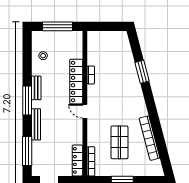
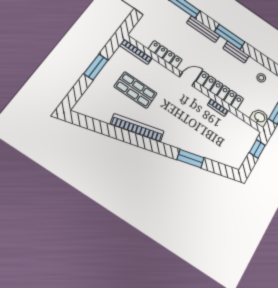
window: (102, 26) -> (257, 149), added
washbasin: (76, 39) -> (260, 117), added
bookcase: (150, 138) -> (137, 128), moved
locker: (77, 160) -> (165, 54), moved

